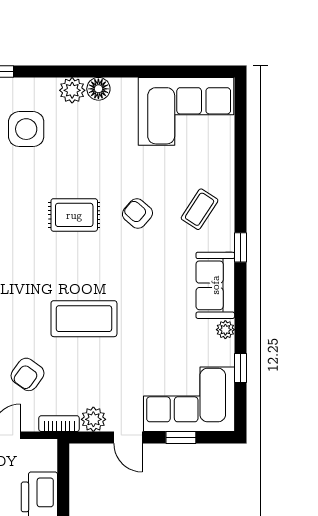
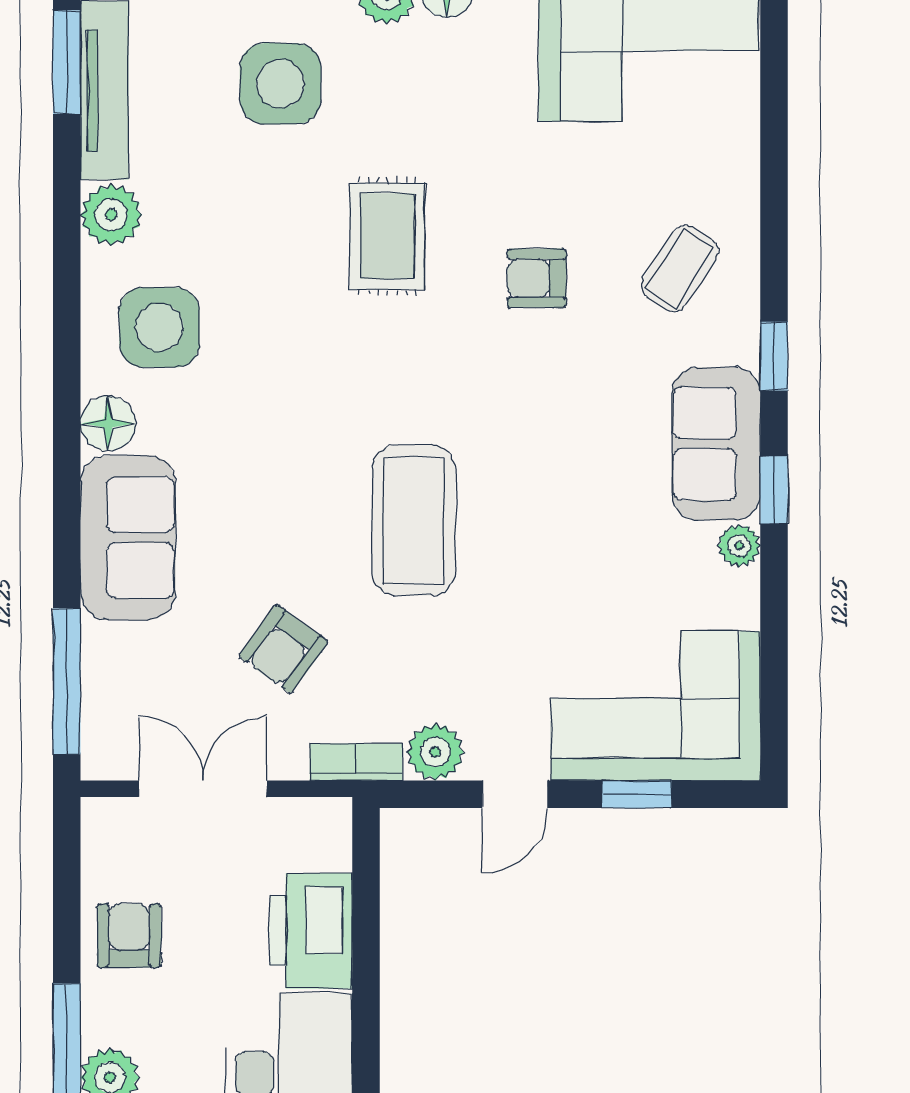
armchair: (137, 214) -> (537, 278), turned -41
rug: (74, 215) -> (387, 236), moved, turned 90
coffee table: (84, 319) -> (414, 520), turned 90
window: (240, 368) -> (774, 490), moved
door: (128, 438) -> (515, 794), hinge flipped

